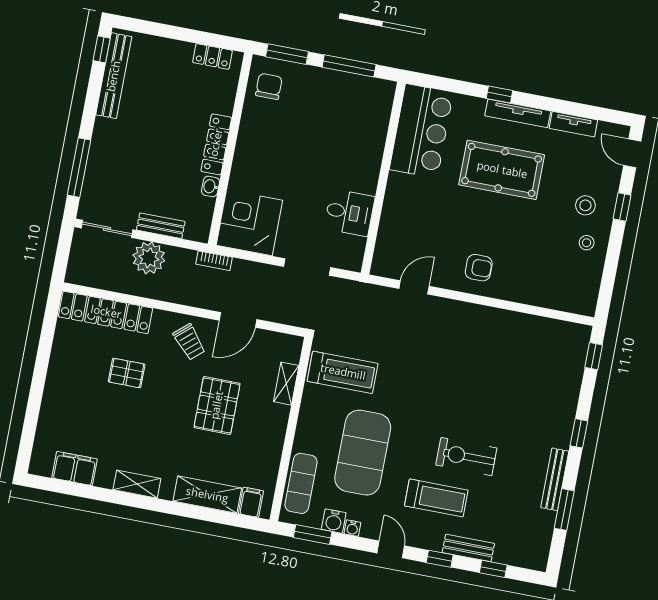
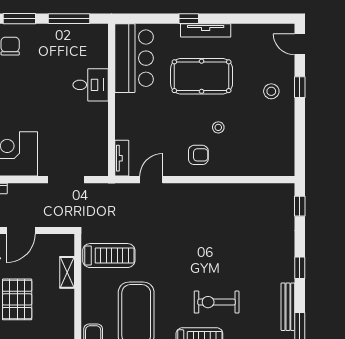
tv unit: (573, 124) -> (122, 158), moved, turned -90
desk: (349, 213) -> (91, 85), moved
stool: (587, 243) -> (218, 127), moved

